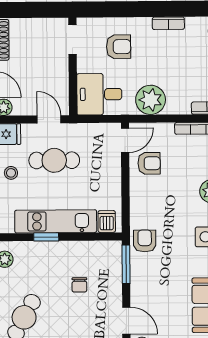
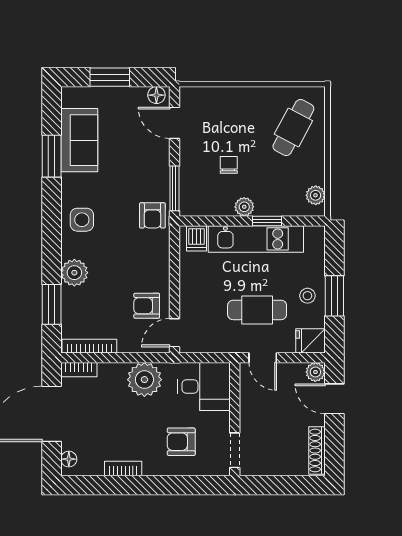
plant: (66, 249) -> (244, 207), added

